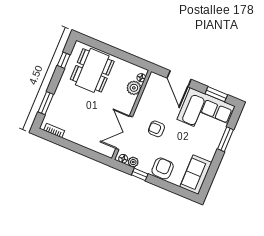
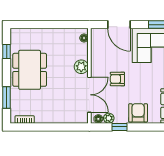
dining table: (92, 70) -> (30, 70), moved
plant: (134, 88) -> (81, 67), moved
double door: (124, 133) -> (89, 95), swing flipped

